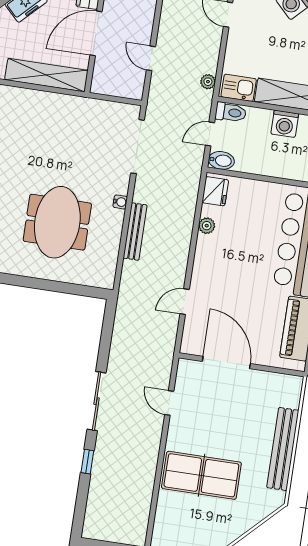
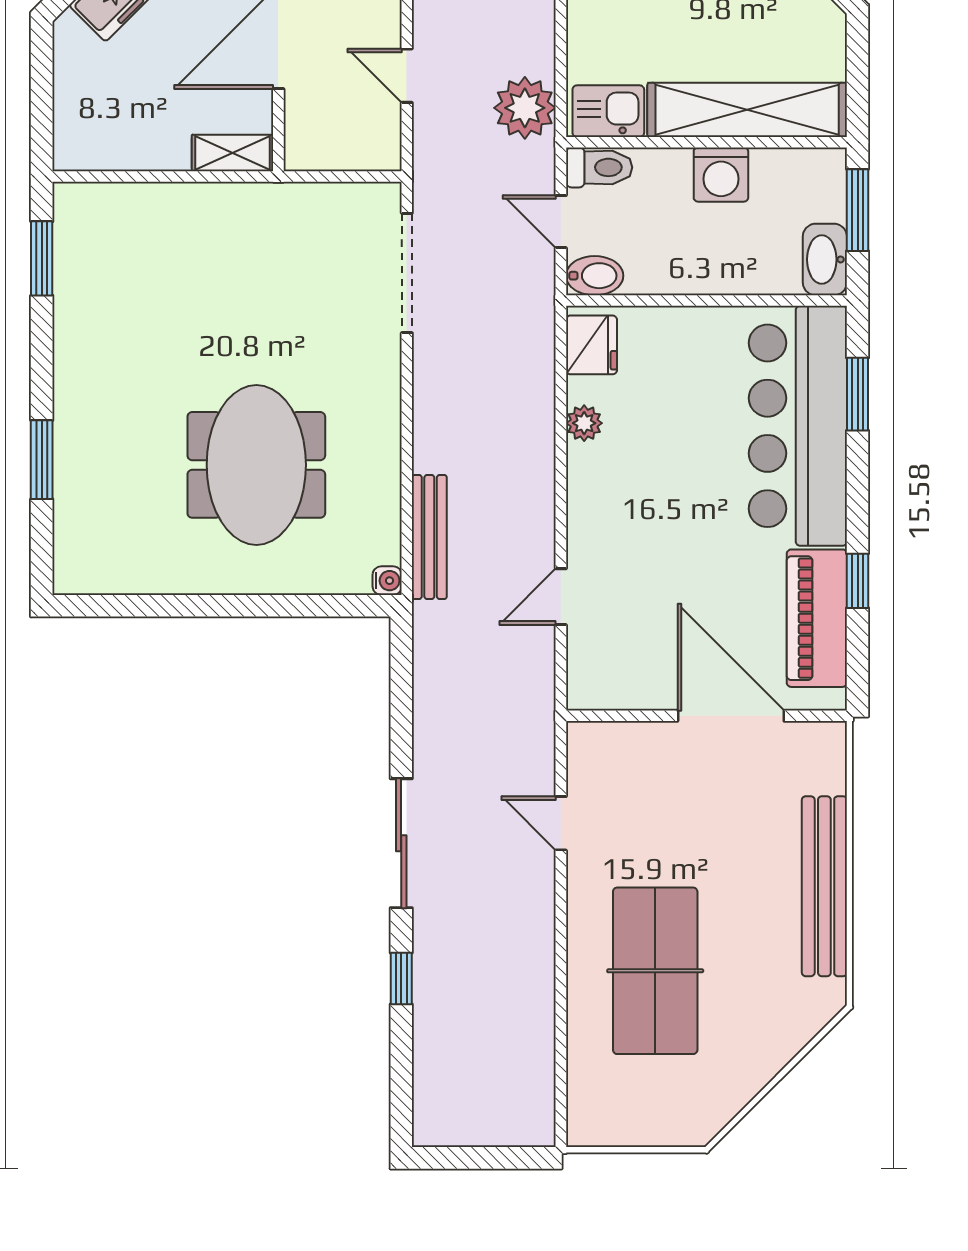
shelving: (46, 75) -> (233, 153), width x0.45, depth x0.75
plant: (208, 82) -> (525, 108), width x1.88, depth x1.88
door: (210, 134) -> (561, 222), hinge flipped
water cooler: (120, 202) -> (387, 581), moved
bench: (135, 232) -> (429, 537), moved
door: (226, 362) -> (731, 716), moved
table tennis table: (201, 475) -> (655, 971), turned 90

